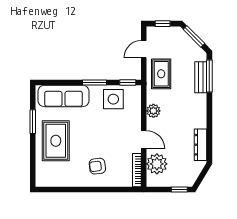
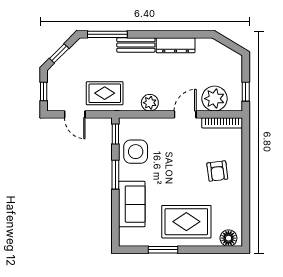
window: (194, 36) -> (59, 53), width x0.67
bench: (201, 77) -> (136, 45), moved
sofa: (64, 96) -> (132, 204), width x0.73
dresser: (201, 145) -> (176, 45), moved
floor lamp: (42, 175) -> (228, 238), added
window: (179, 190) -> (246, 92), moved

